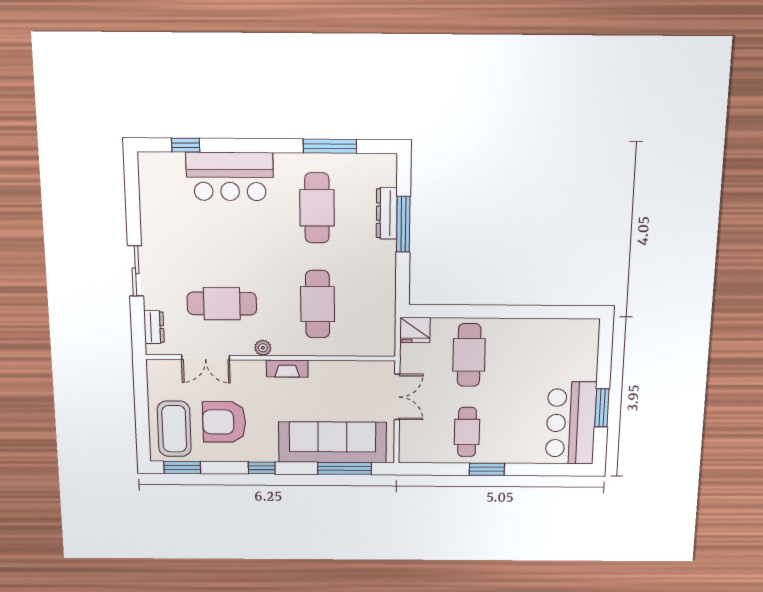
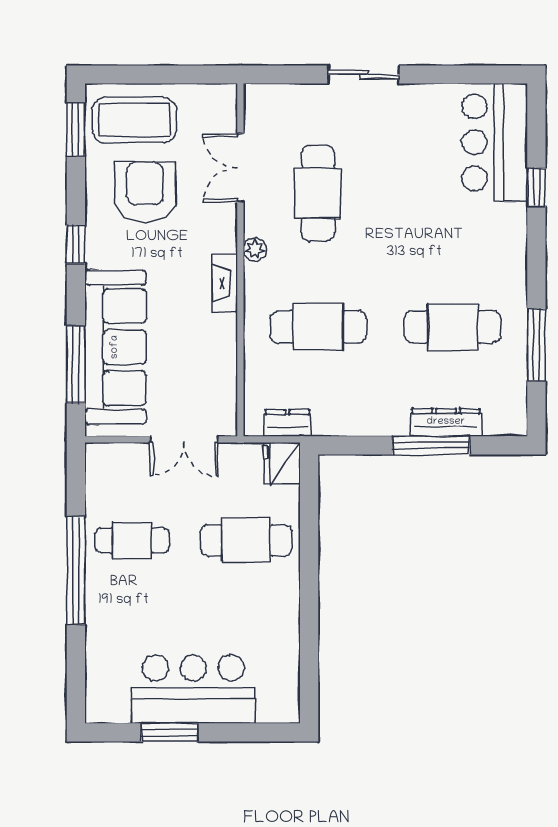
window: (186, 145) -> (536, 187), moved
bar counter: (230, 176) -> (495, 142), moved
dresser: (154, 327) -> (287, 423), moved, turned 180
bar counter: (571, 423) -> (193, 689), moved
window: (487, 469) -> (76, 570), width x2.11

